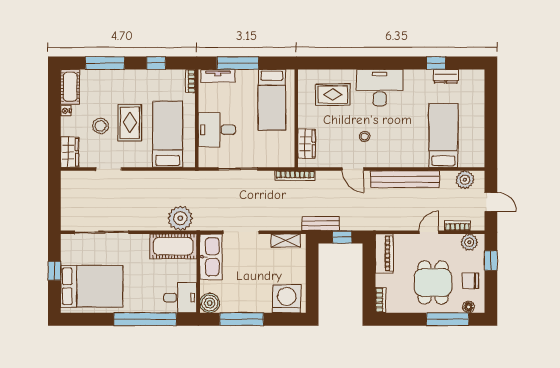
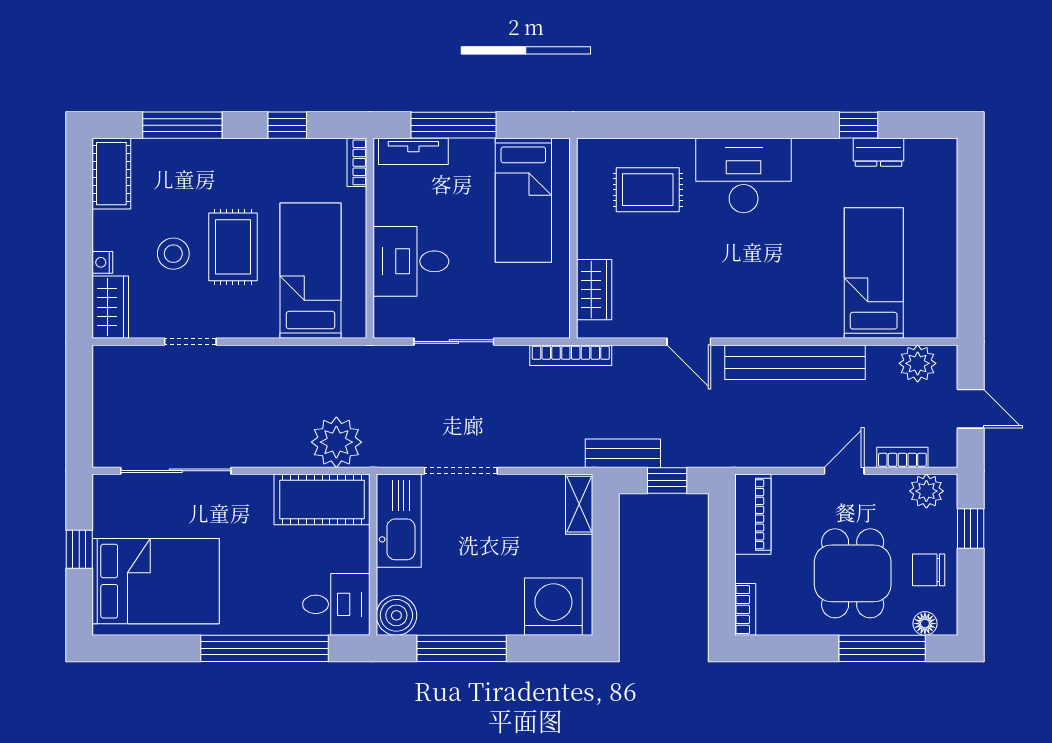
nightstand: (66, 111) -> (102, 262), moved
stool: (365, 136) -> (713, 275), removed
shelving: (286, 240) -> (579, 504), moved, turned 90

